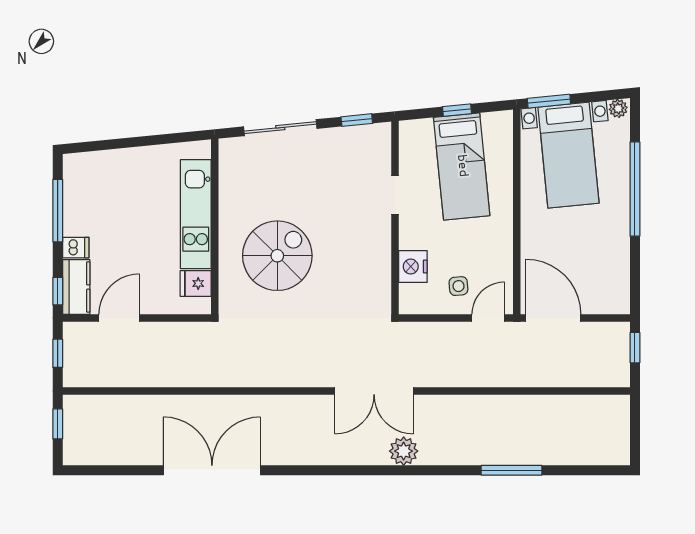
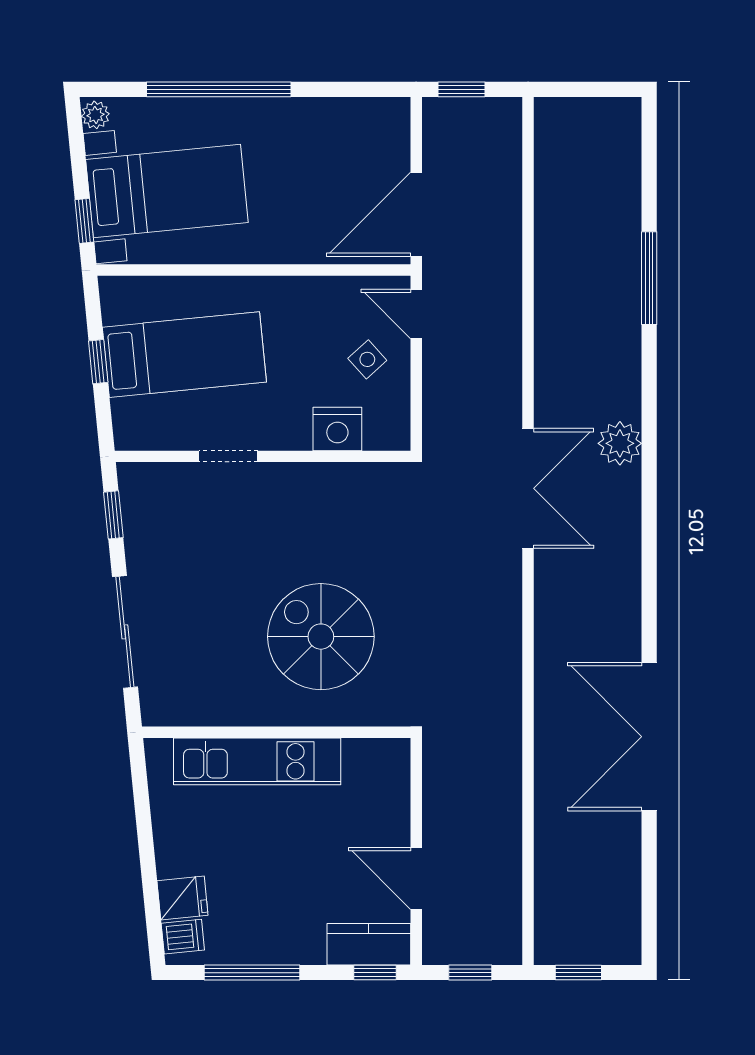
window: (549, 101) -> (84, 221), width x0.67
dishwasher: (76, 248) -> (183, 937), moved, turned 84
fridge: (196, 283) -> (182, 898), moved, turned -96
side table: (458, 286) -> (367, 359), turned -37

